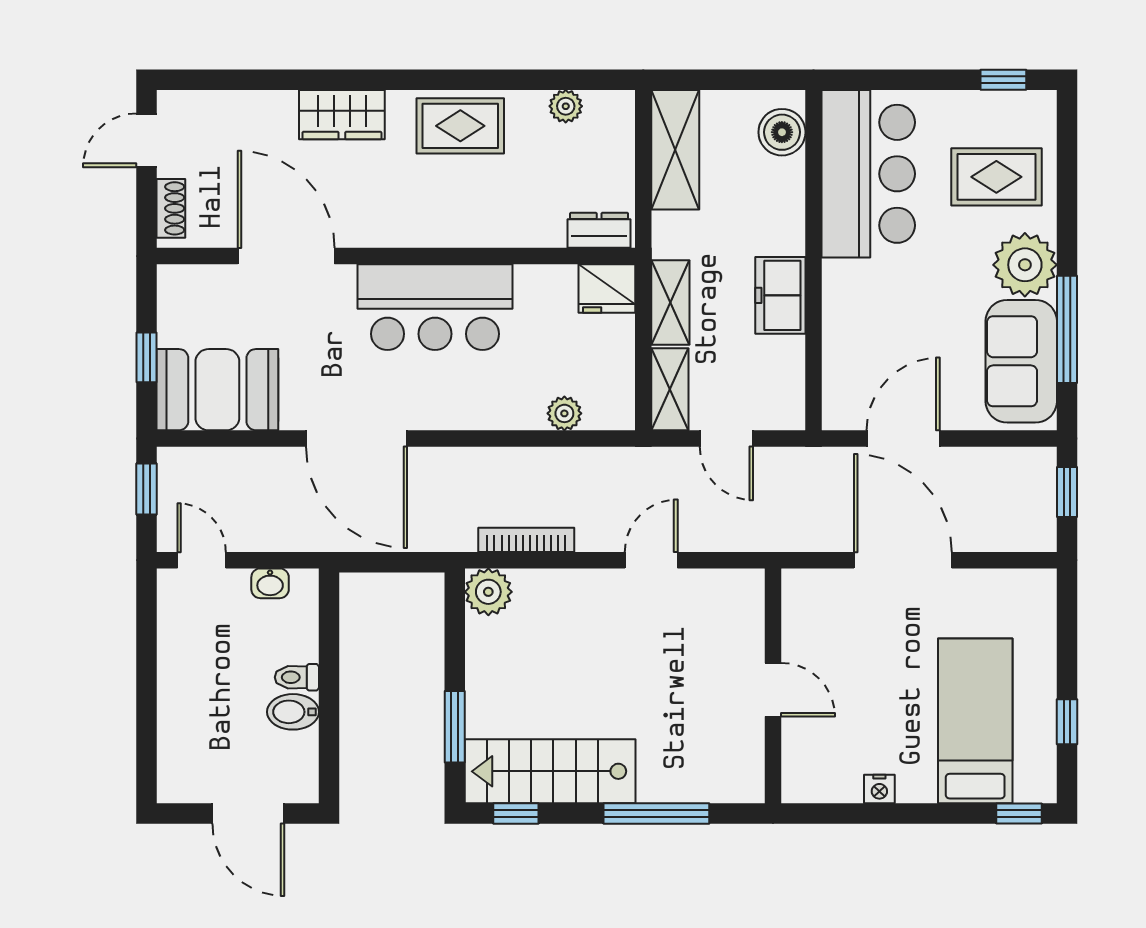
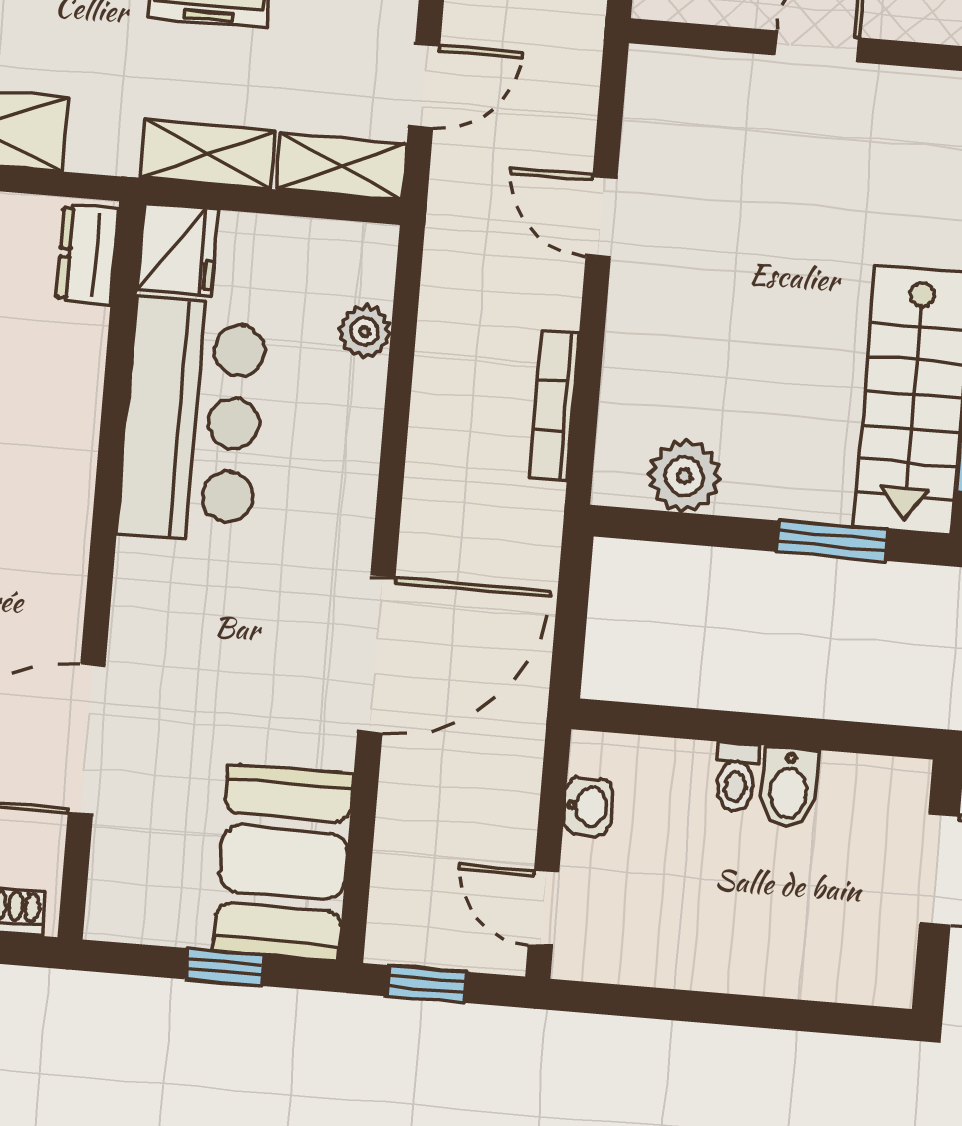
bar counter: (435, 307) -> (193, 420), moved
door: (202, 560) -> (544, 908), hinge flipped
plant: (488, 592) -> (684, 476), moved

